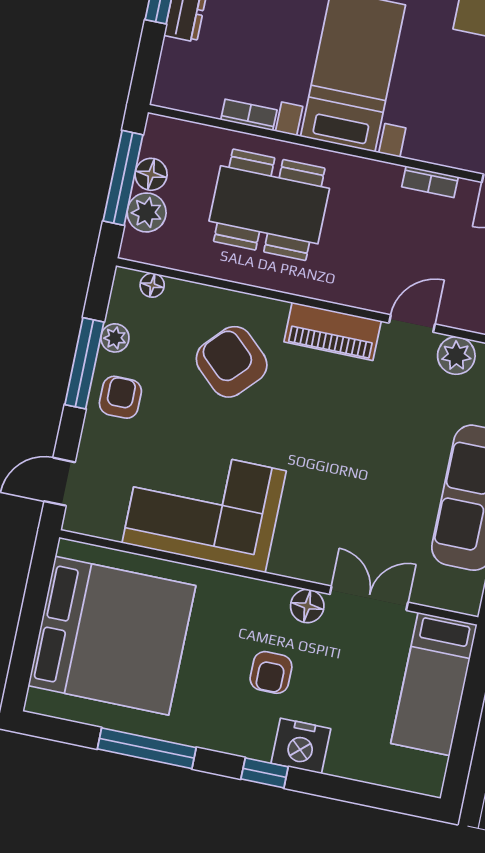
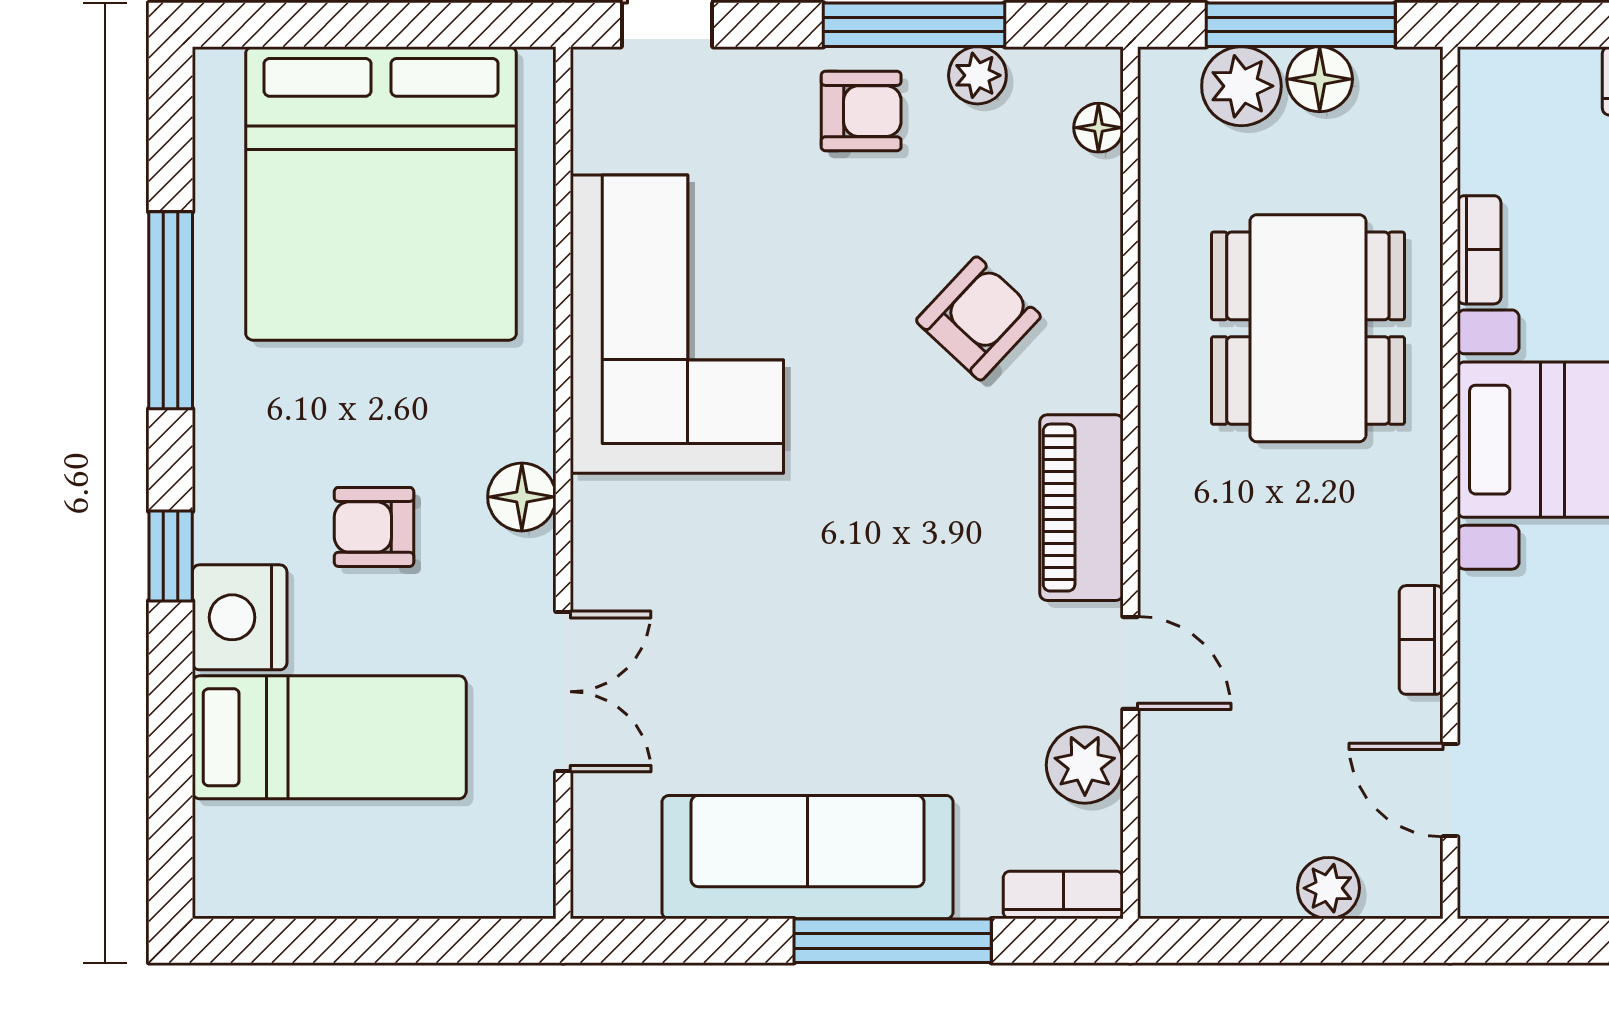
armchair: (232, 362) -> (978, 318), width x0.72, depth x0.72
floor lamp: (307, 606) -> (522, 497), moved
bed: (434, 684) -> (329, 737), moved, turned 180

